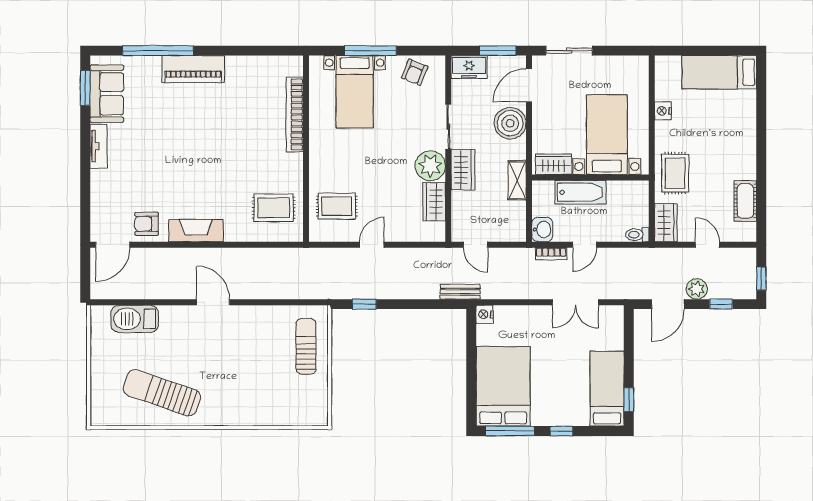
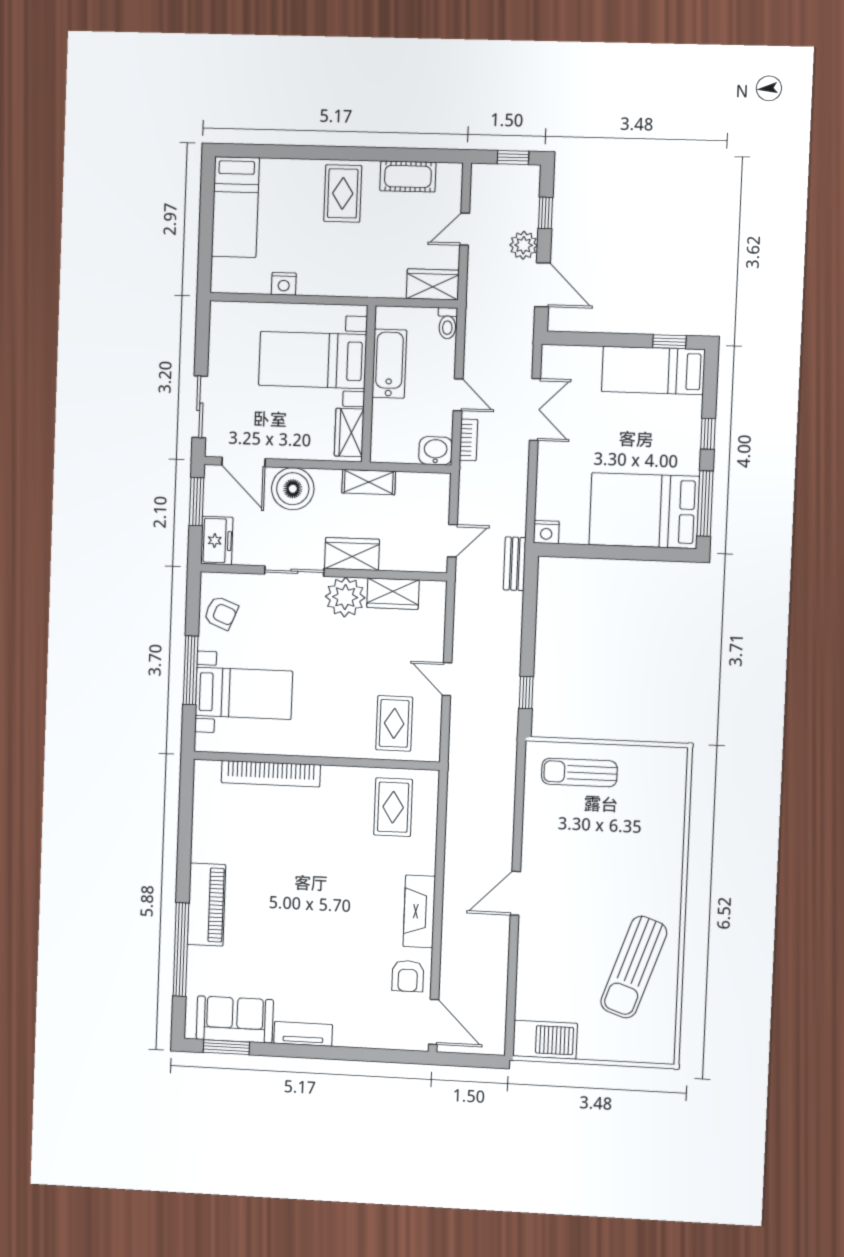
rug: (675, 173) -> (343, 193), moved, turned 90
bathtub: (580, 192) -> (389, 364), moved
barbecue: (135, 319) -> (545, 1040), moved, turned -90

